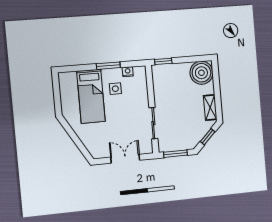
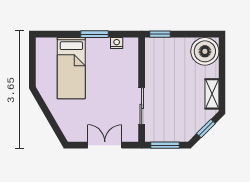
side table: (115, 89) -> (100, 62), removed

